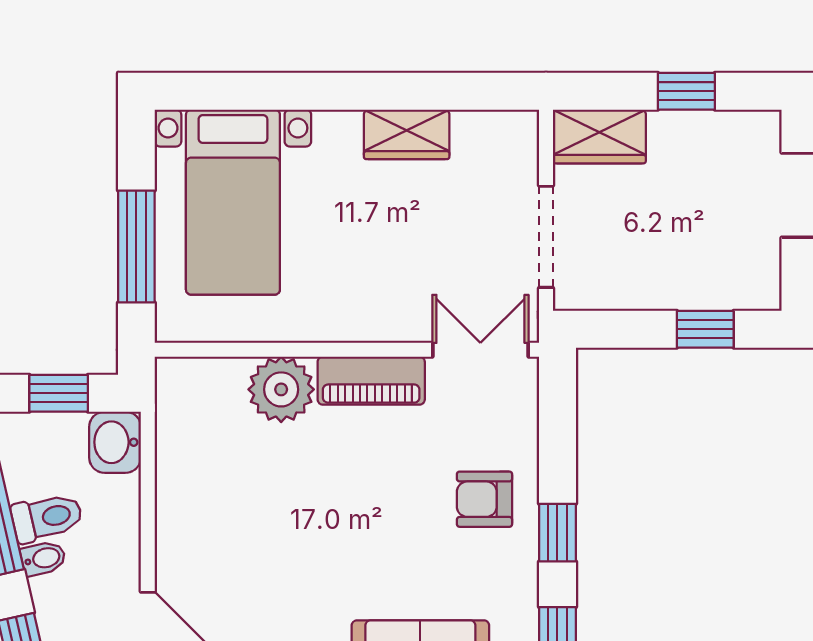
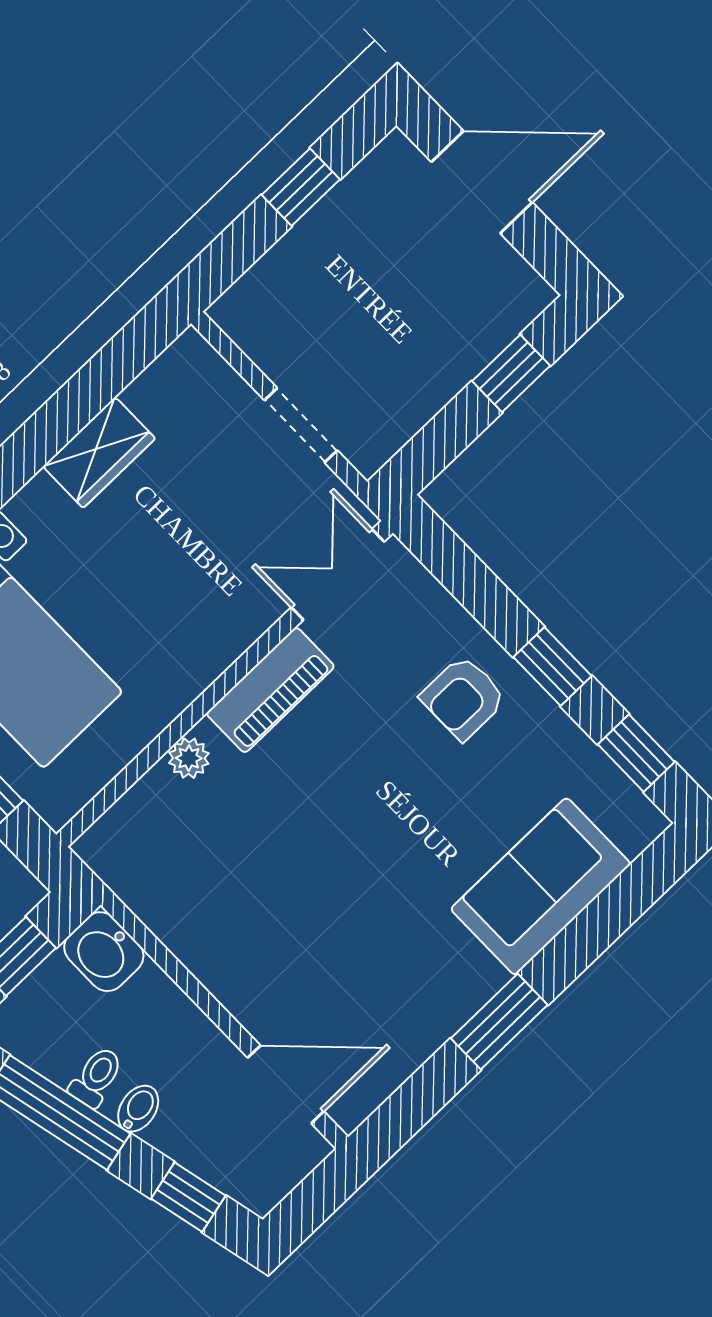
wardrobe: (599, 136) -> (264, 297), removed
doorway: (546, 237) -> (301, 425), width x0.73
plant: (281, 389) -> (189, 758), width x0.53, depth x0.53
toilet: (47, 518) -> (96, 1077), width x0.73, depth x0.72

